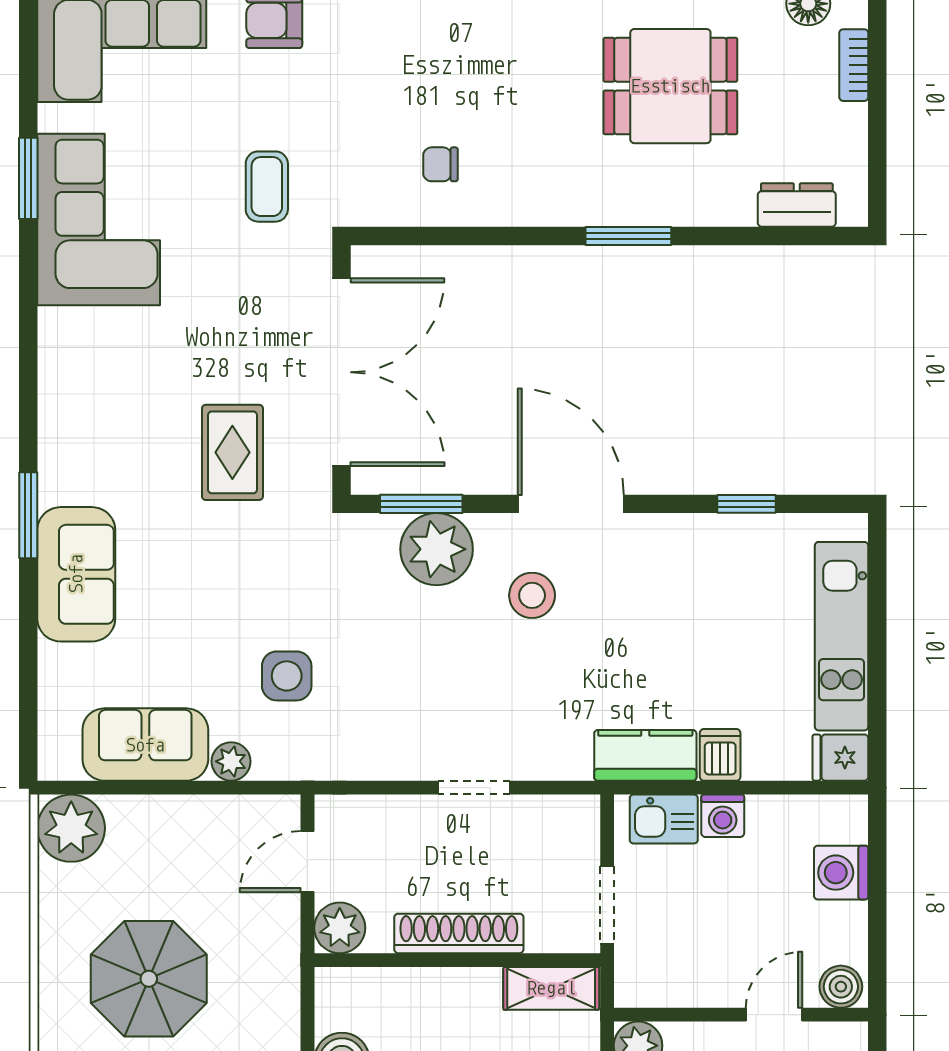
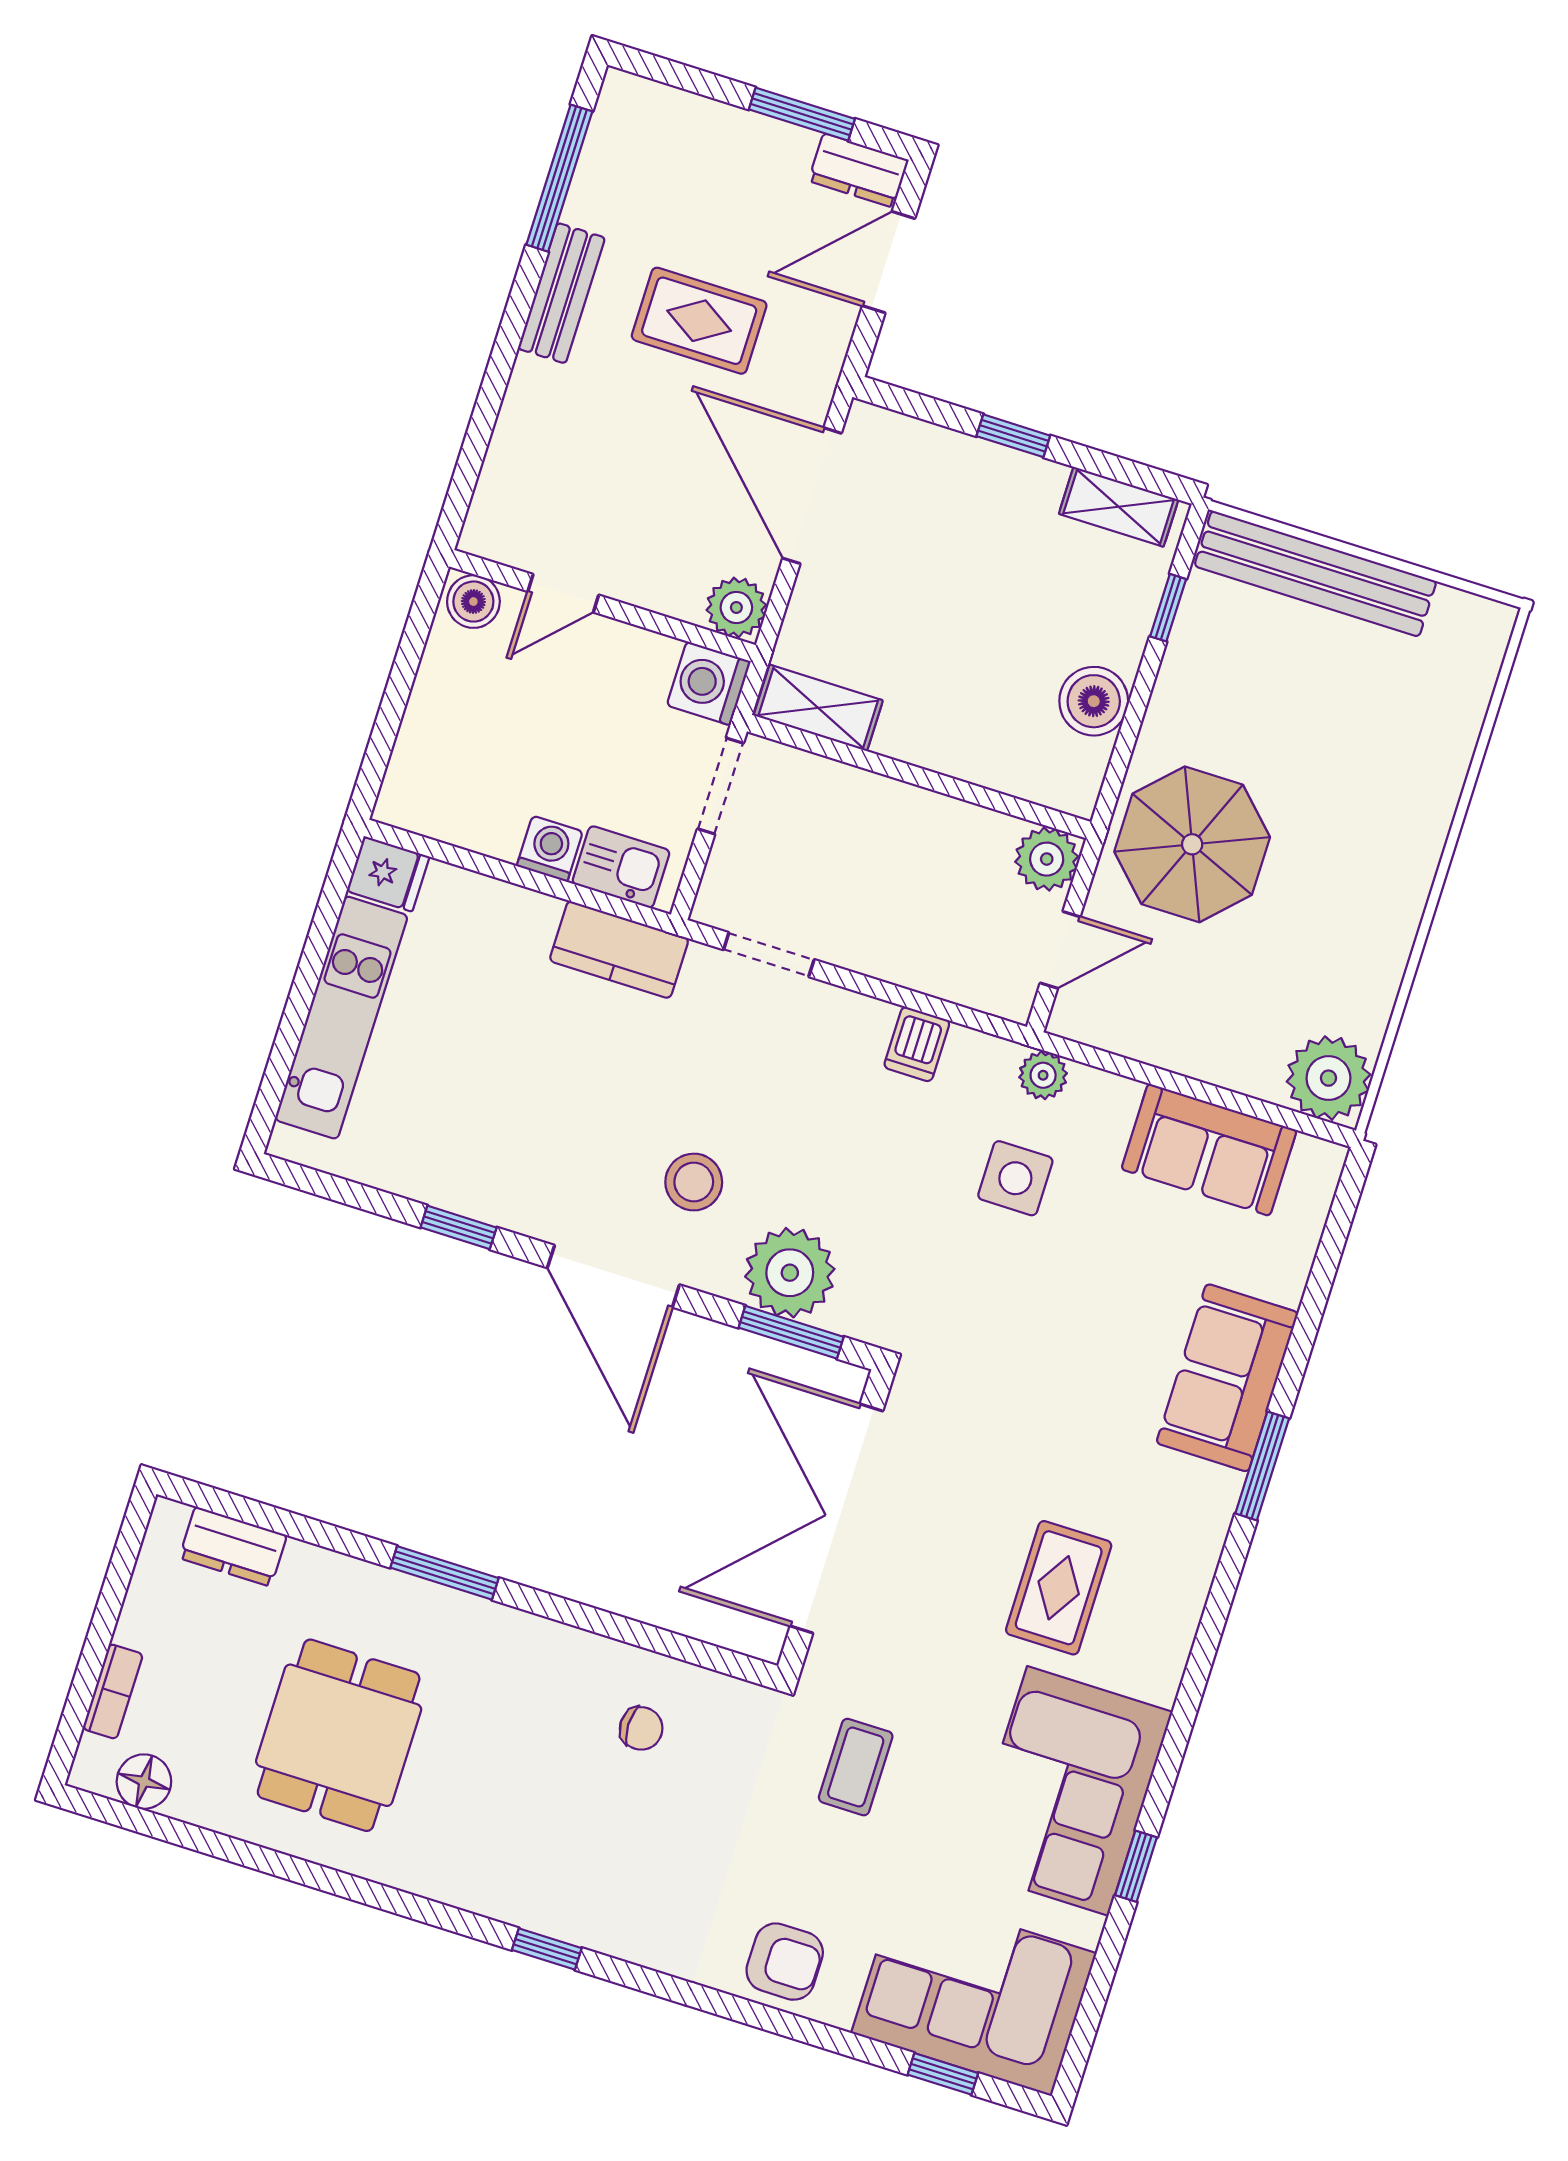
dining table: (670, 86) -> (339, 1735), turned 90
window: (28, 178) -> (1136, 1866), width x0.67
rug: (232, 452) -> (1059, 1588), moved
window: (746, 504) -> (459, 1227), moved
dishwasher: (720, 755) -> (917, 1044), moved
plant: (231, 761) -> (1043, 1075), moved
doorway: (474, 788) -> (769, 955), moved
washing machine: (841, 873) -> (709, 683), moved, turned 180
shoe rack: (459, 933) -> (907, 808), removed
parasol: (149, 979) -> (1192, 844), moved

